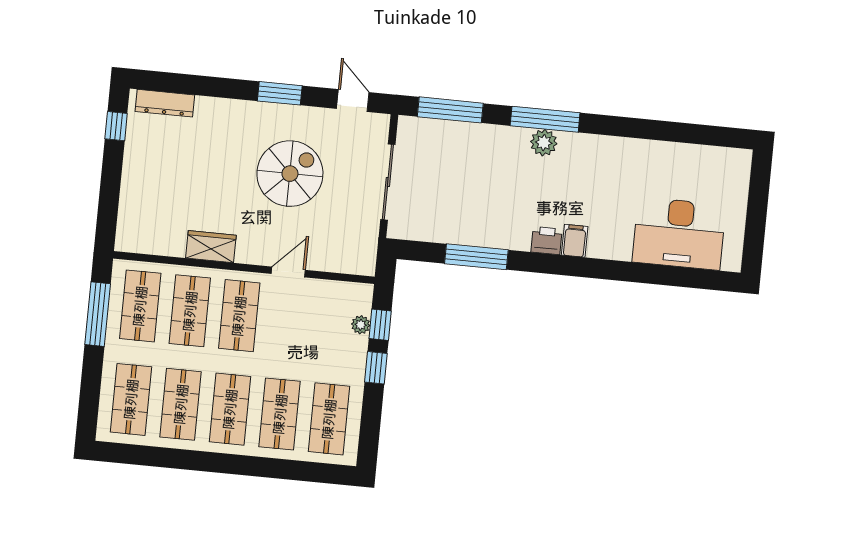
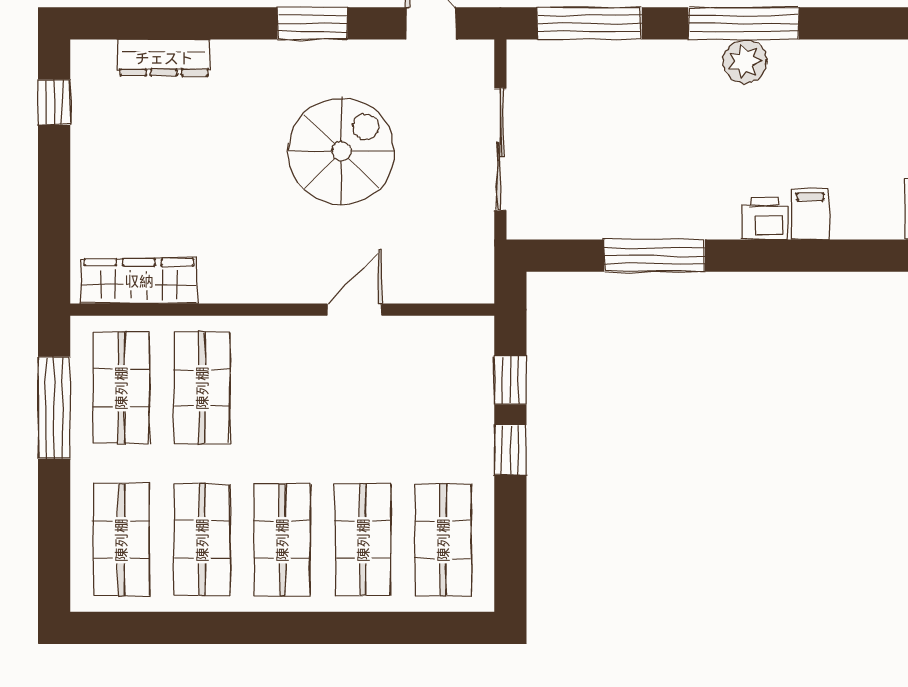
dresser: (165, 103) -> (164, 58), moved
wardrobe: (211, 247) -> (139, 281), moved, width x1.50
shop shelf: (239, 316) -> (282, 388), removed
plant: (361, 325) -> (479, 383), removed

